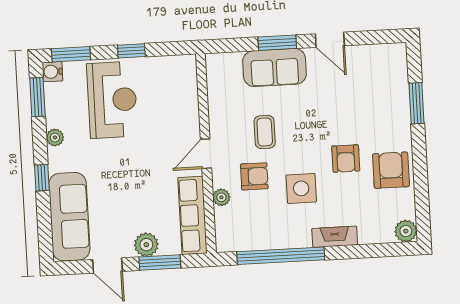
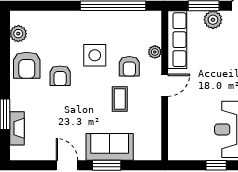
armchair: (346, 159) -> (60, 76), turned 180
armchair: (254, 176) -> (129, 66), turned -90
plant: (406, 231) -> (18, 34), moved
fireplace: (335, 237) -> (17, 128), moved, turned -90

